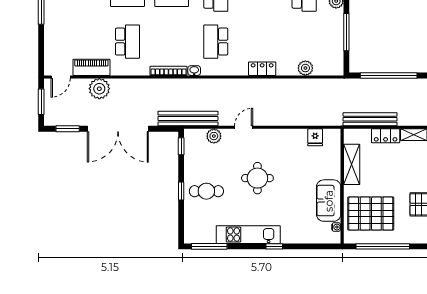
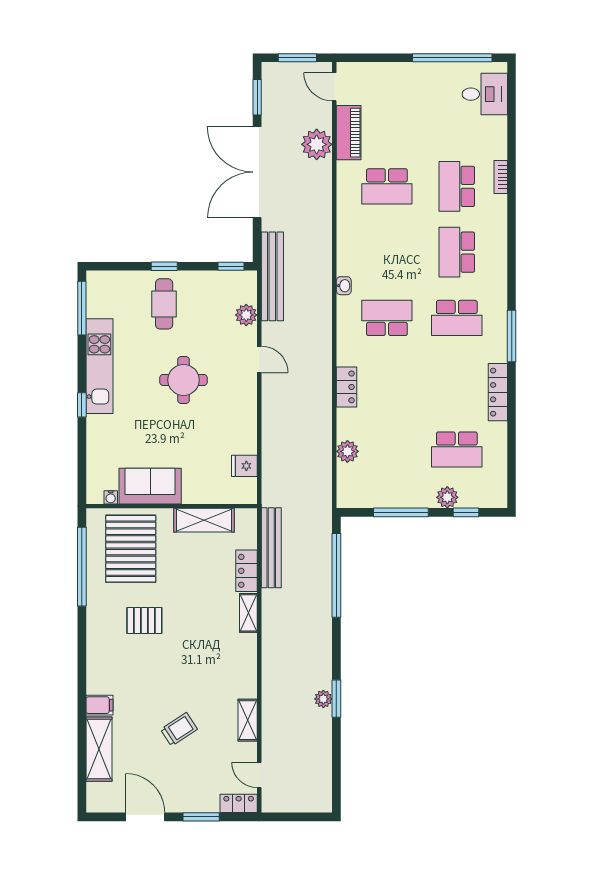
bookcase: (169, 71) -> (343, 247), removed

